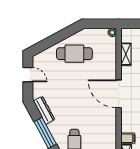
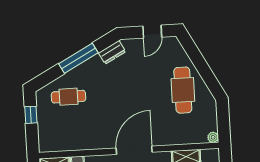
dresser: (44, 110) -> (112, 52), width x0.70

